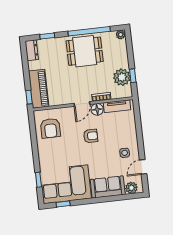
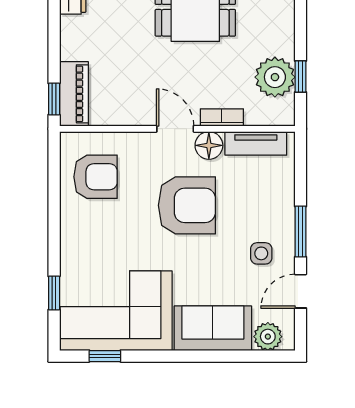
piano: (39, 89) -> (74, 94), width x0.73, depth x0.75
door: (82, 104) -> (175, 129), swing flipped
armchair: (50, 128) -> (96, 177), turned -90
armchair: (91, 136) -> (187, 205), width x1.88, depth x1.88
window: (140, 142) -> (301, 232), added

